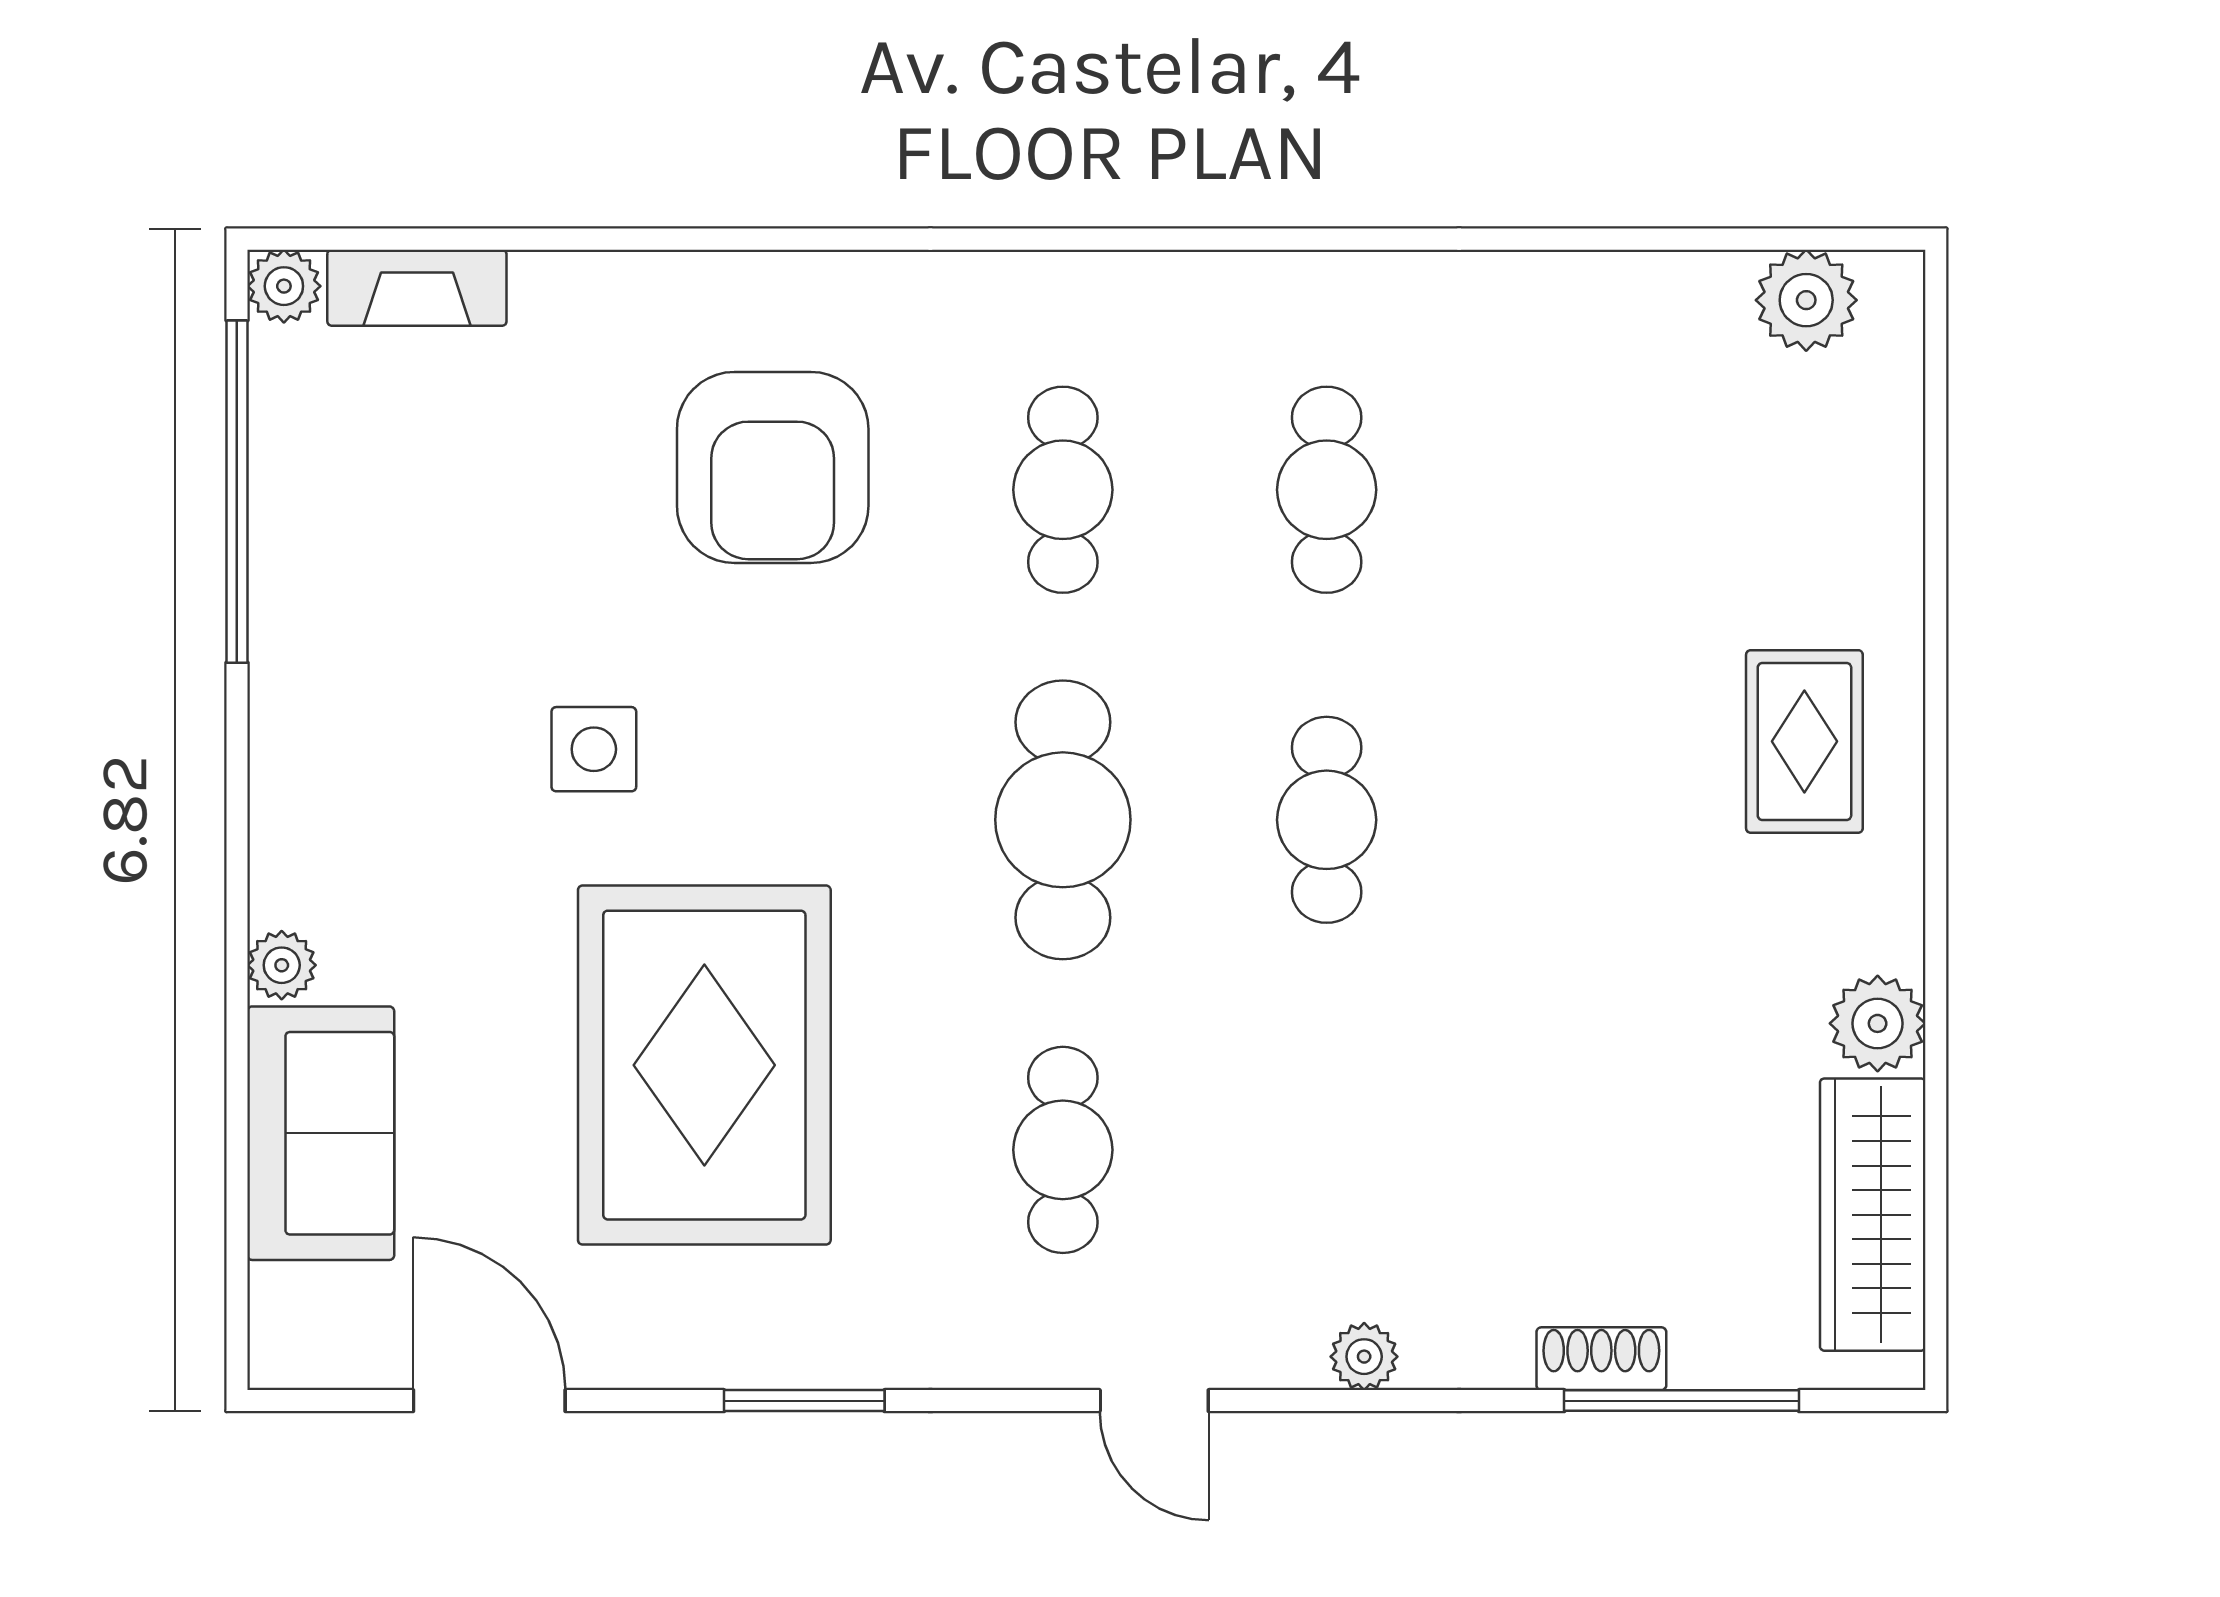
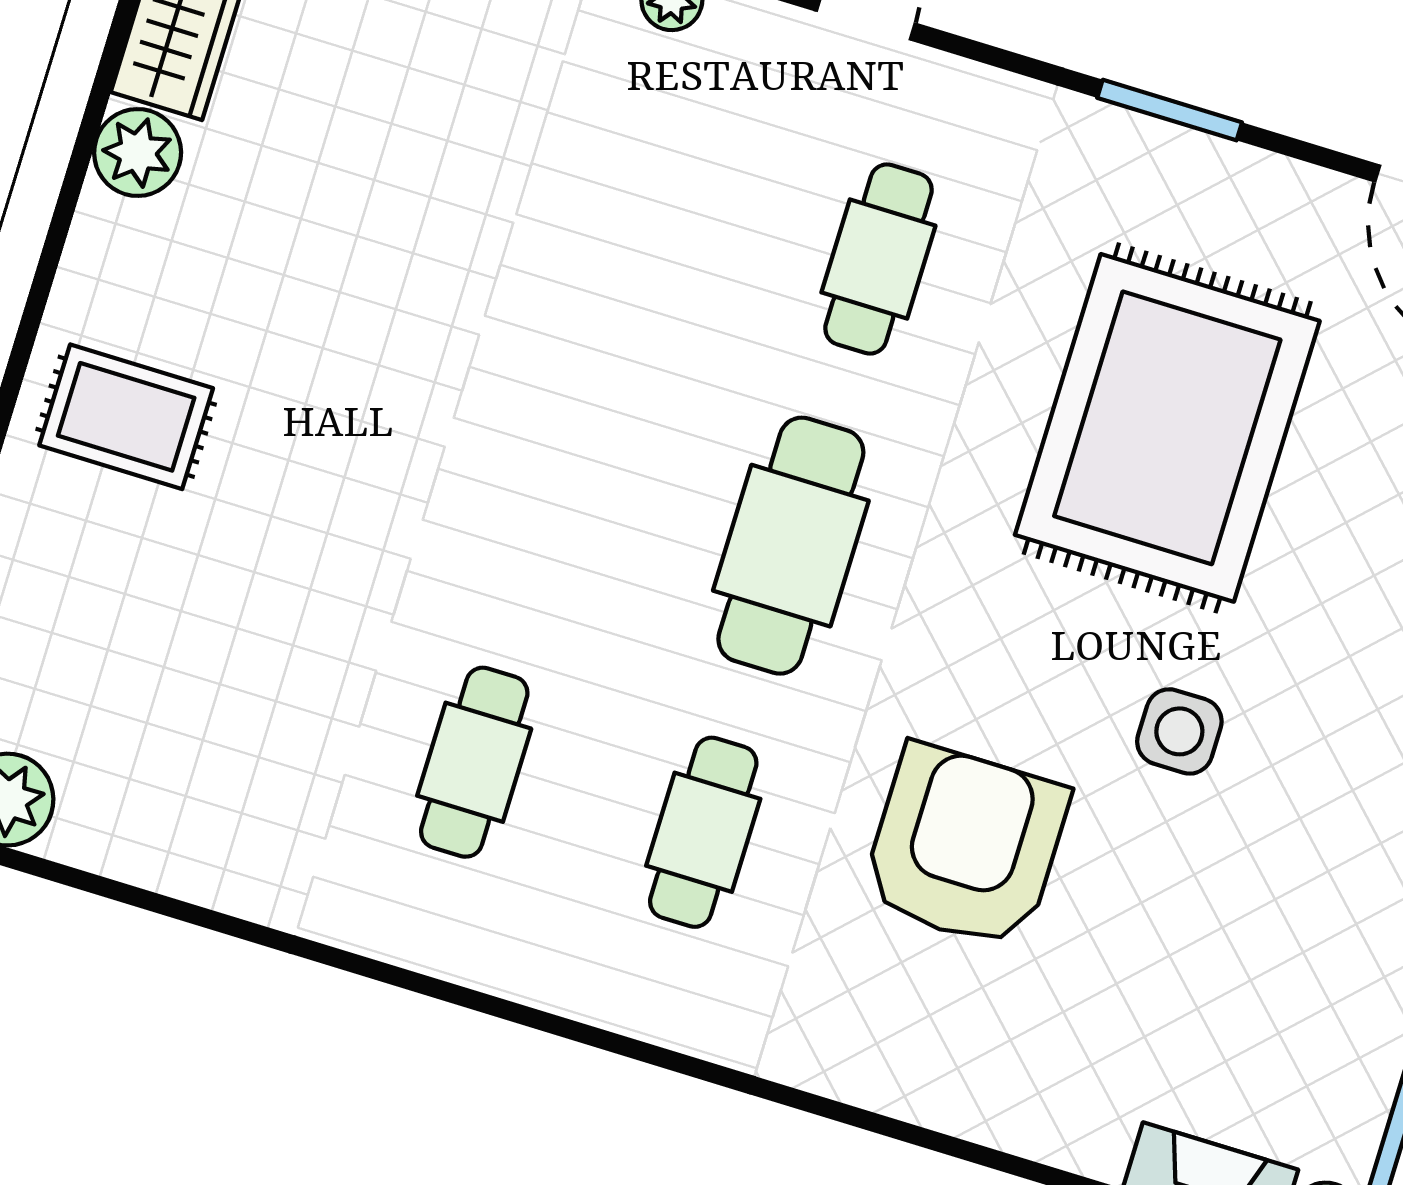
armchair: (773, 467) -> (965, 846), moved
rug: (1804, 741) -> (126, 417), turned 90
cafe table: (1327, 820) -> (562, 476), removed

